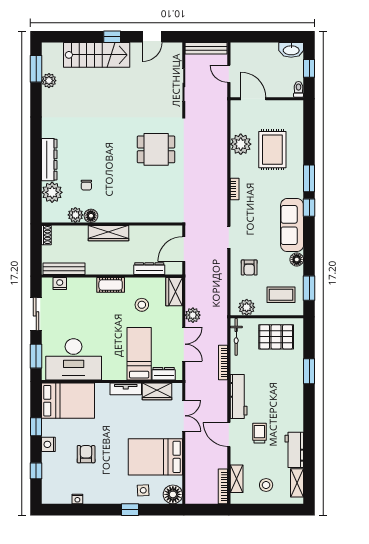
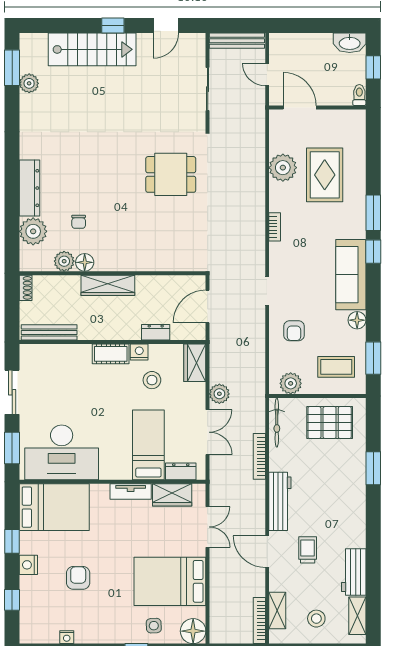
dresser: (149, 269) -> (156, 332), width x0.70
nightstand: (60, 284) -> (139, 352), moved

